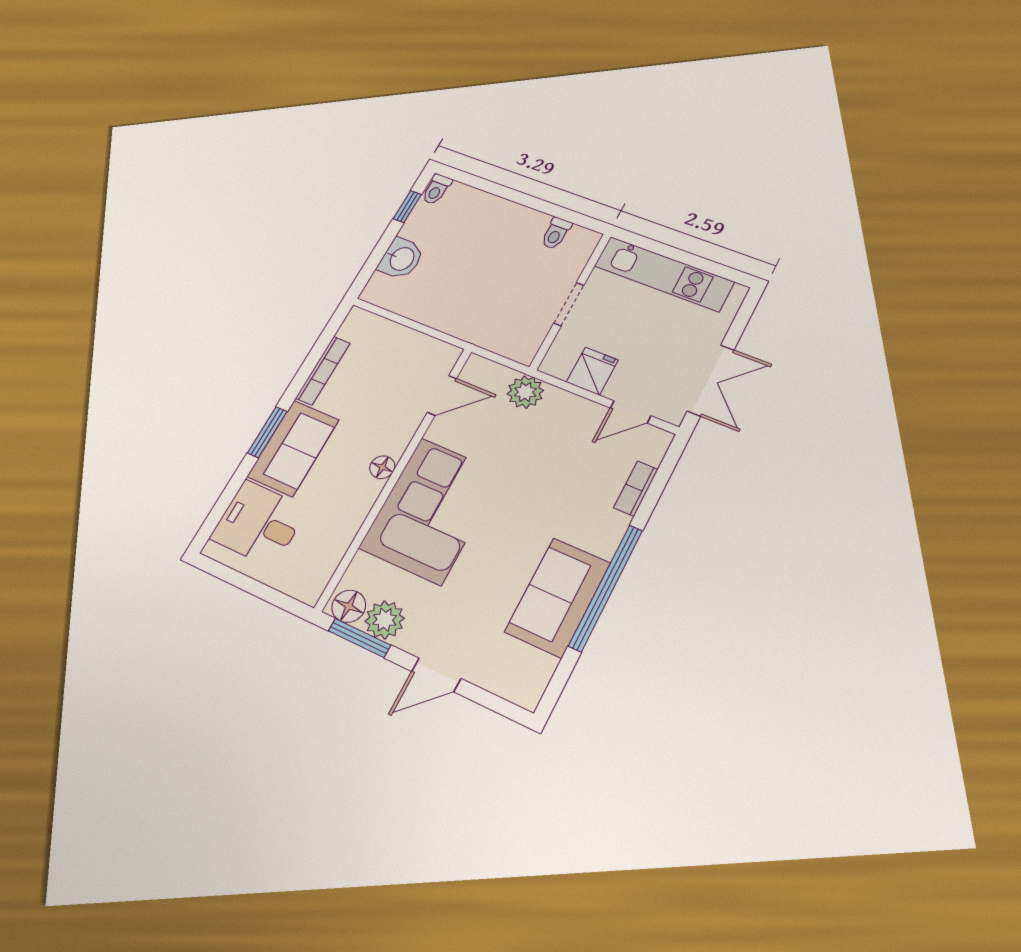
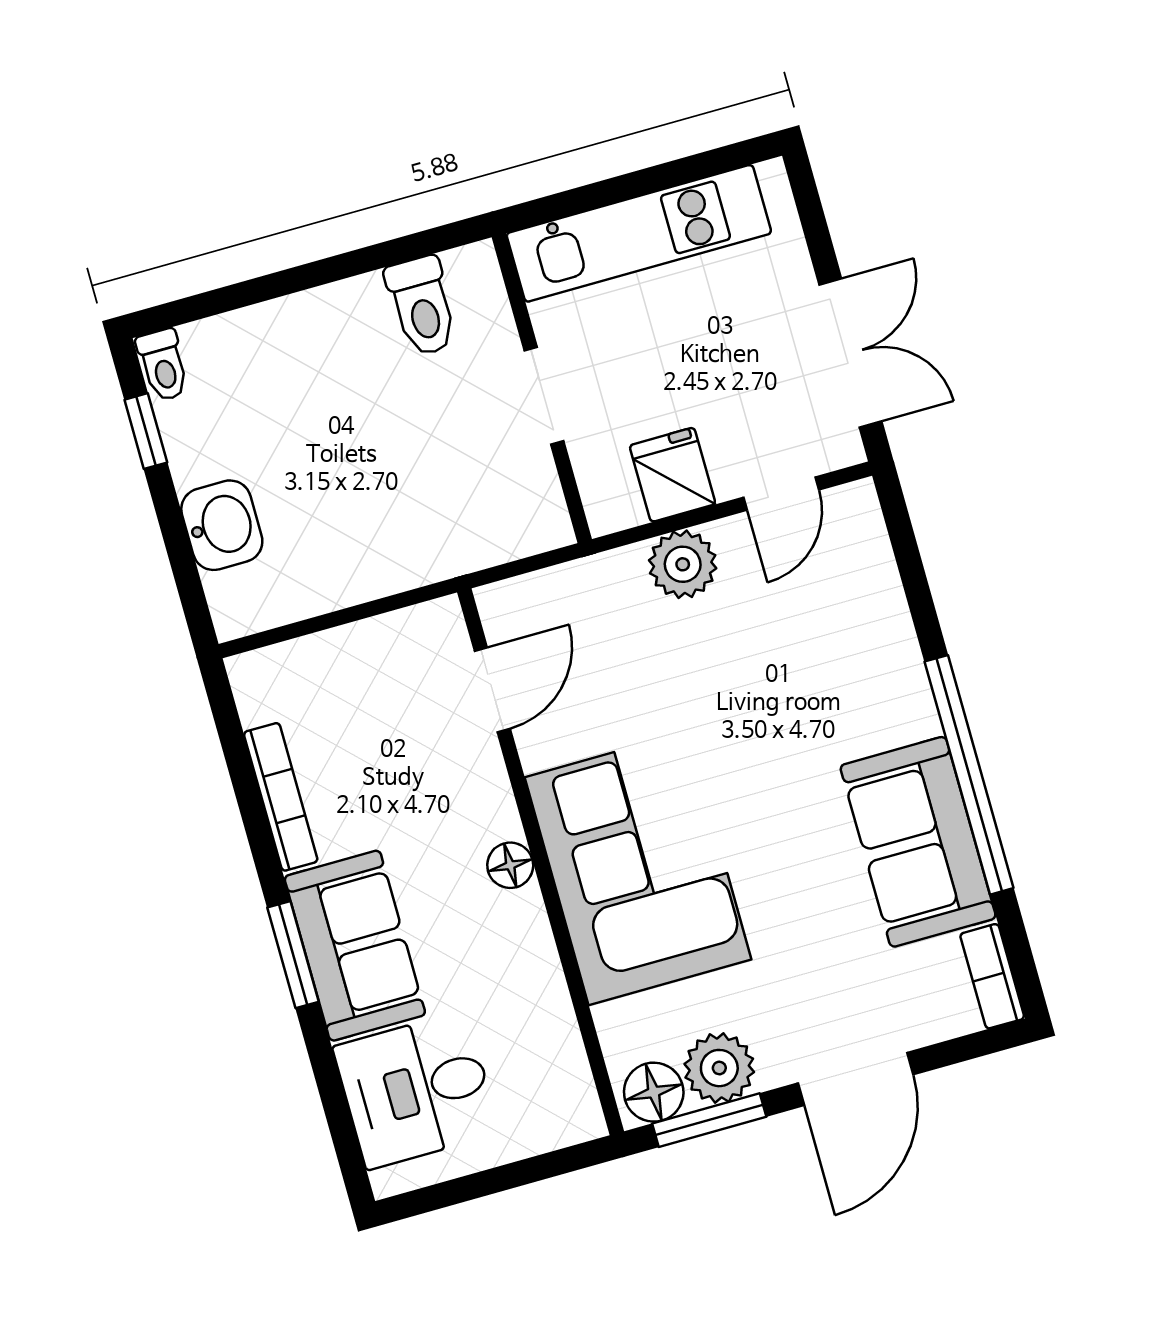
toilet: (556, 233) -> (422, 306), width x1.37, depth x1.39
plant: (525, 392) -> (683, 564), moved
bookcase: (636, 489) -> (992, 976), moved
door: (436, 675) -> (856, 1079), width x1.37

